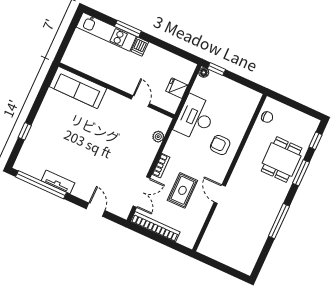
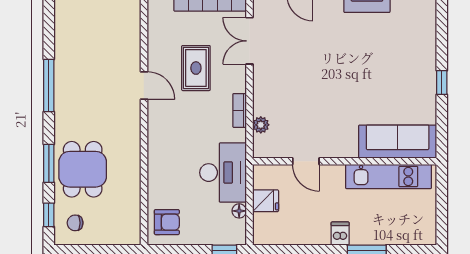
kitchen unit: (106, 32) -> (389, 176), moved, turned 180
floor lamp: (204, 72) -> (239, 211), moved
chair: (267, 117) -> (75, 223), moved
window: (25, 131) -> (442, 82), moved
armchair: (220, 145) -> (167, 222), moved
bookcase: (161, 166) -> (240, 110), moved

